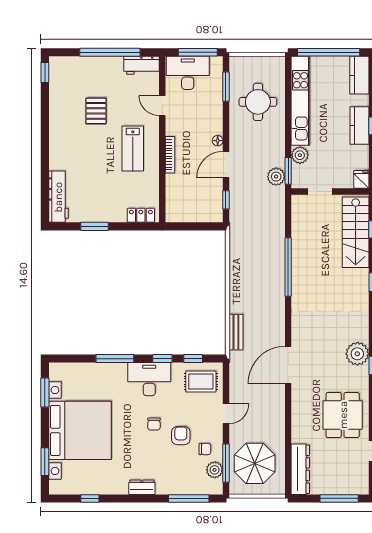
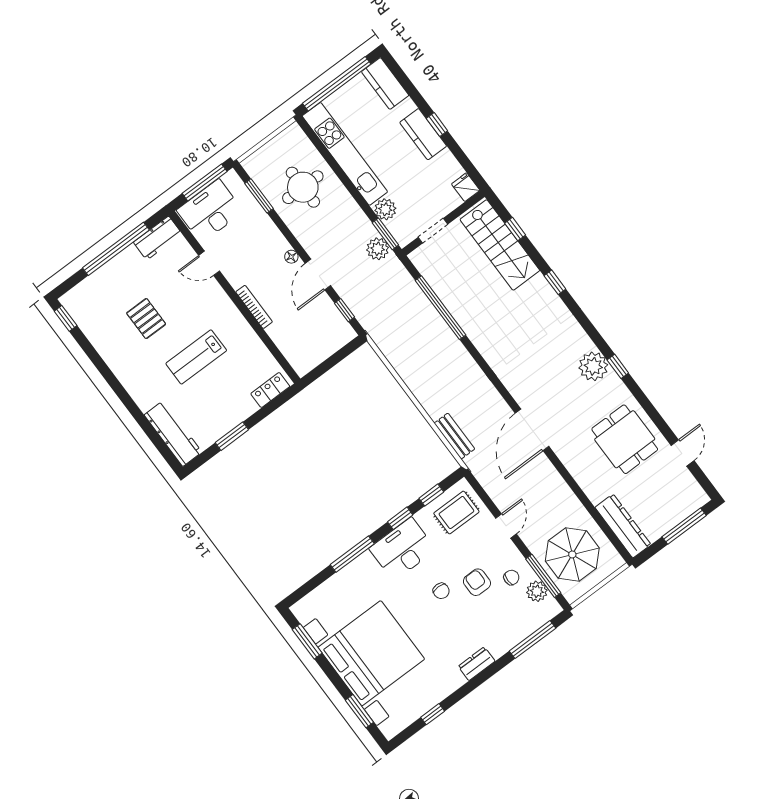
lab bench: (133, 149) -> (196, 357), moved, turned 90
window: (288, 267) -> (441, 308), moved

